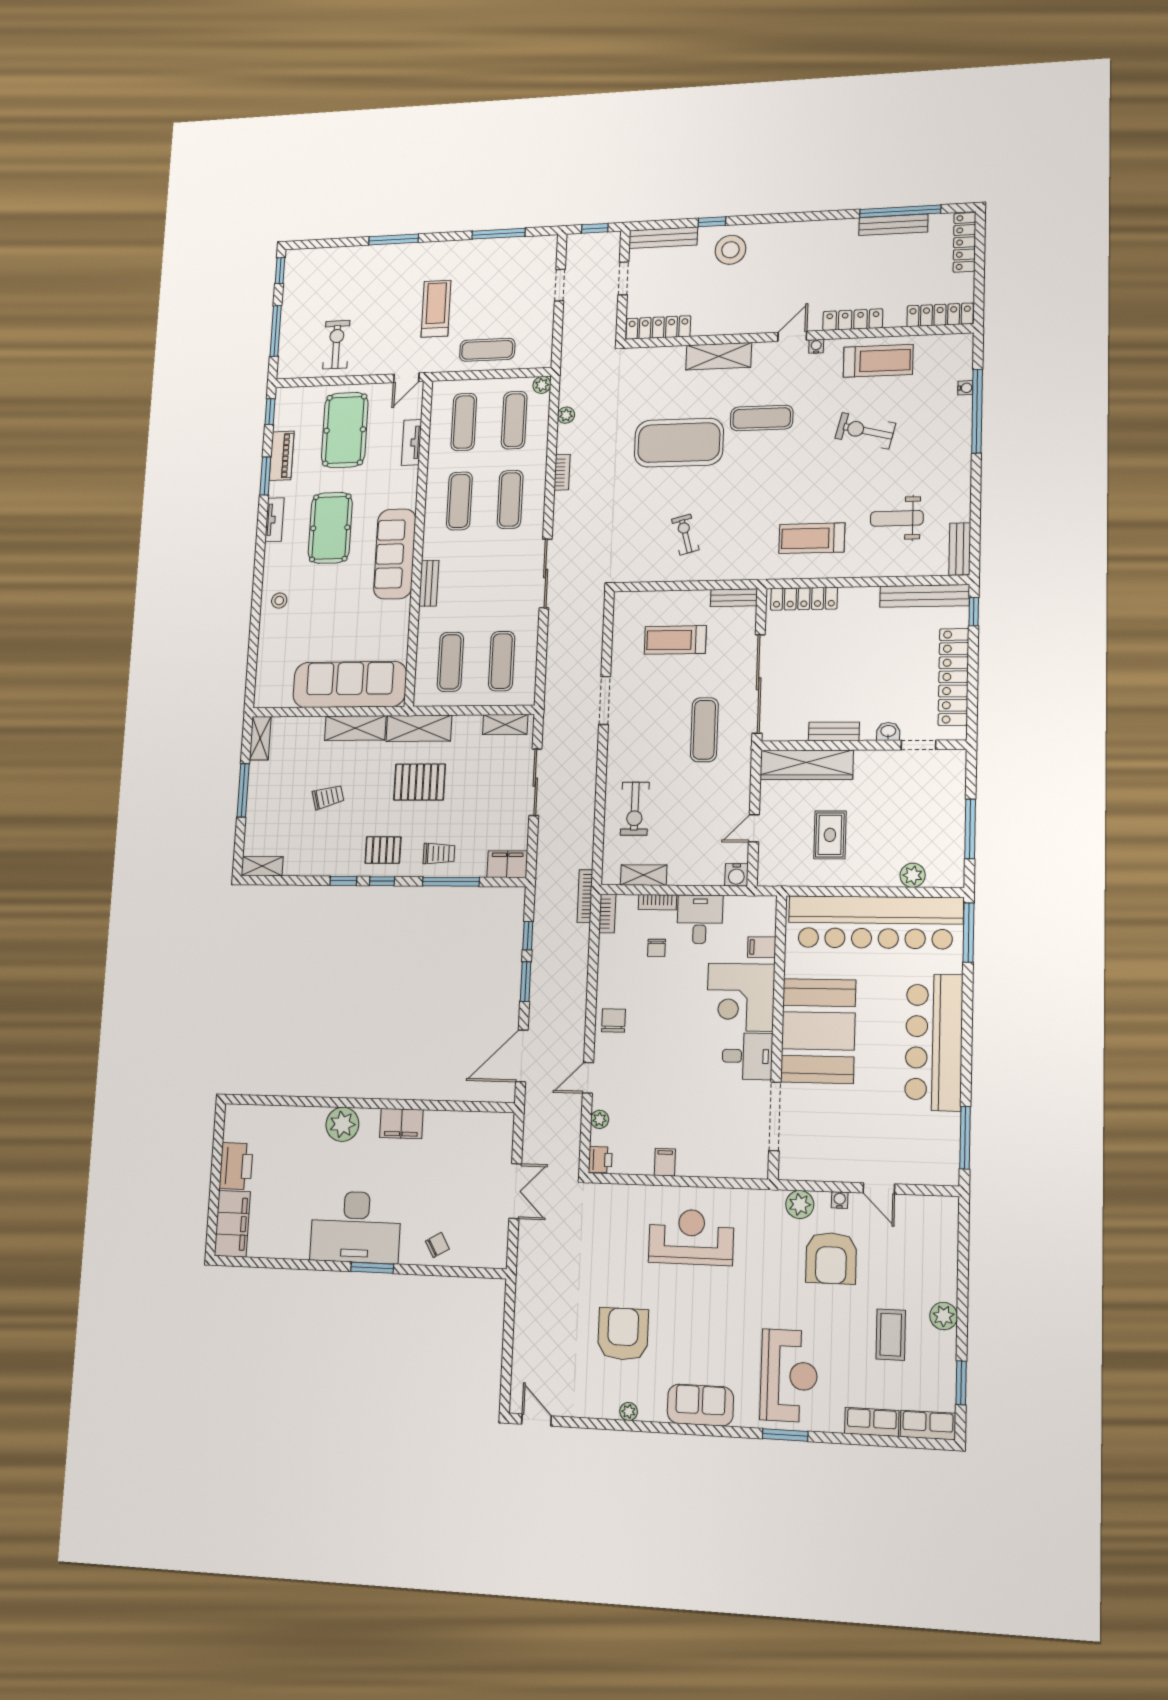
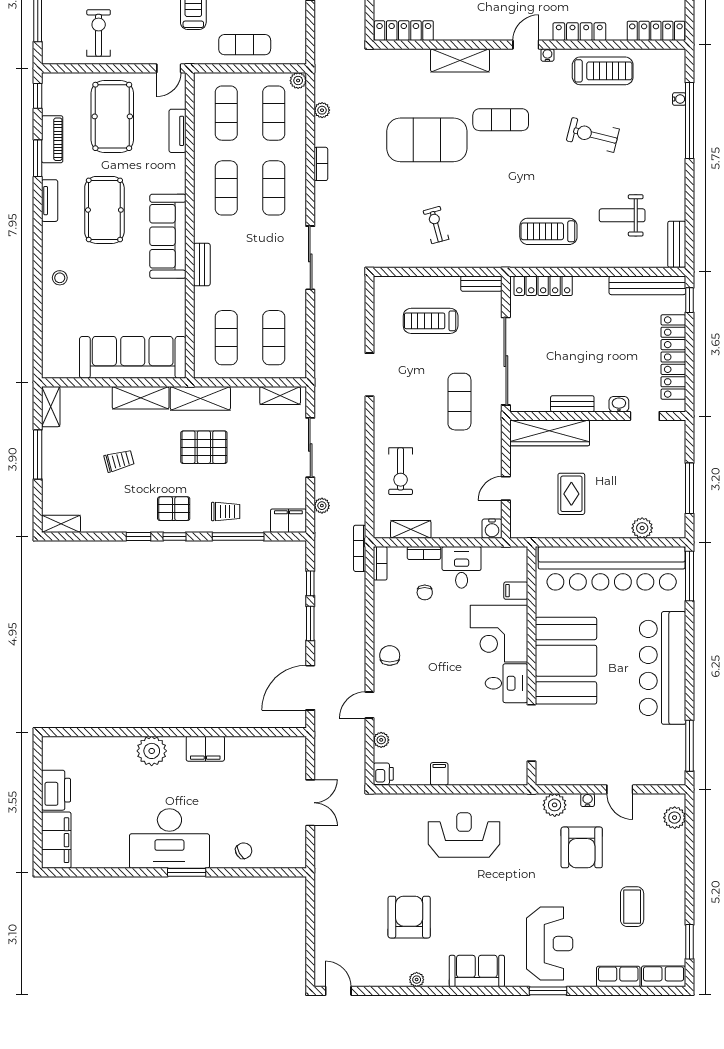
plant: (545, 847) -> (322, 506), added
plant: (944, 1316) -> (675, 818), moved

